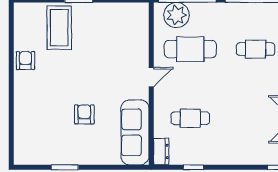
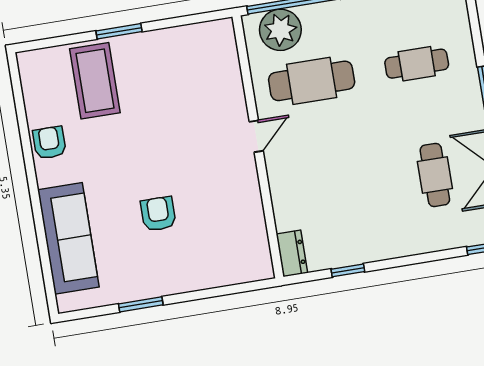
cafe table: (190, 118) -> (435, 175), moved, turned 90
sofa: (135, 132) -> (68, 238), moved, turned 180

